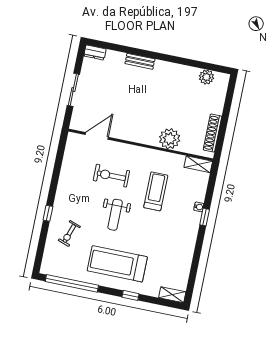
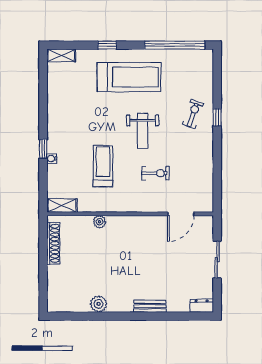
plant: (206, 77) -> (98, 304), moved
plant: (170, 139) -> (100, 222), width x0.53, depth x0.53
exercise bike: (111, 176) -> (156, 173), width x0.73, depth x0.72
treadmill: (156, 191) -> (103, 166), turned 180
weight bench: (115, 215) -> (143, 131), turned 180
exercise bike: (69, 233) -> (193, 114), moved

